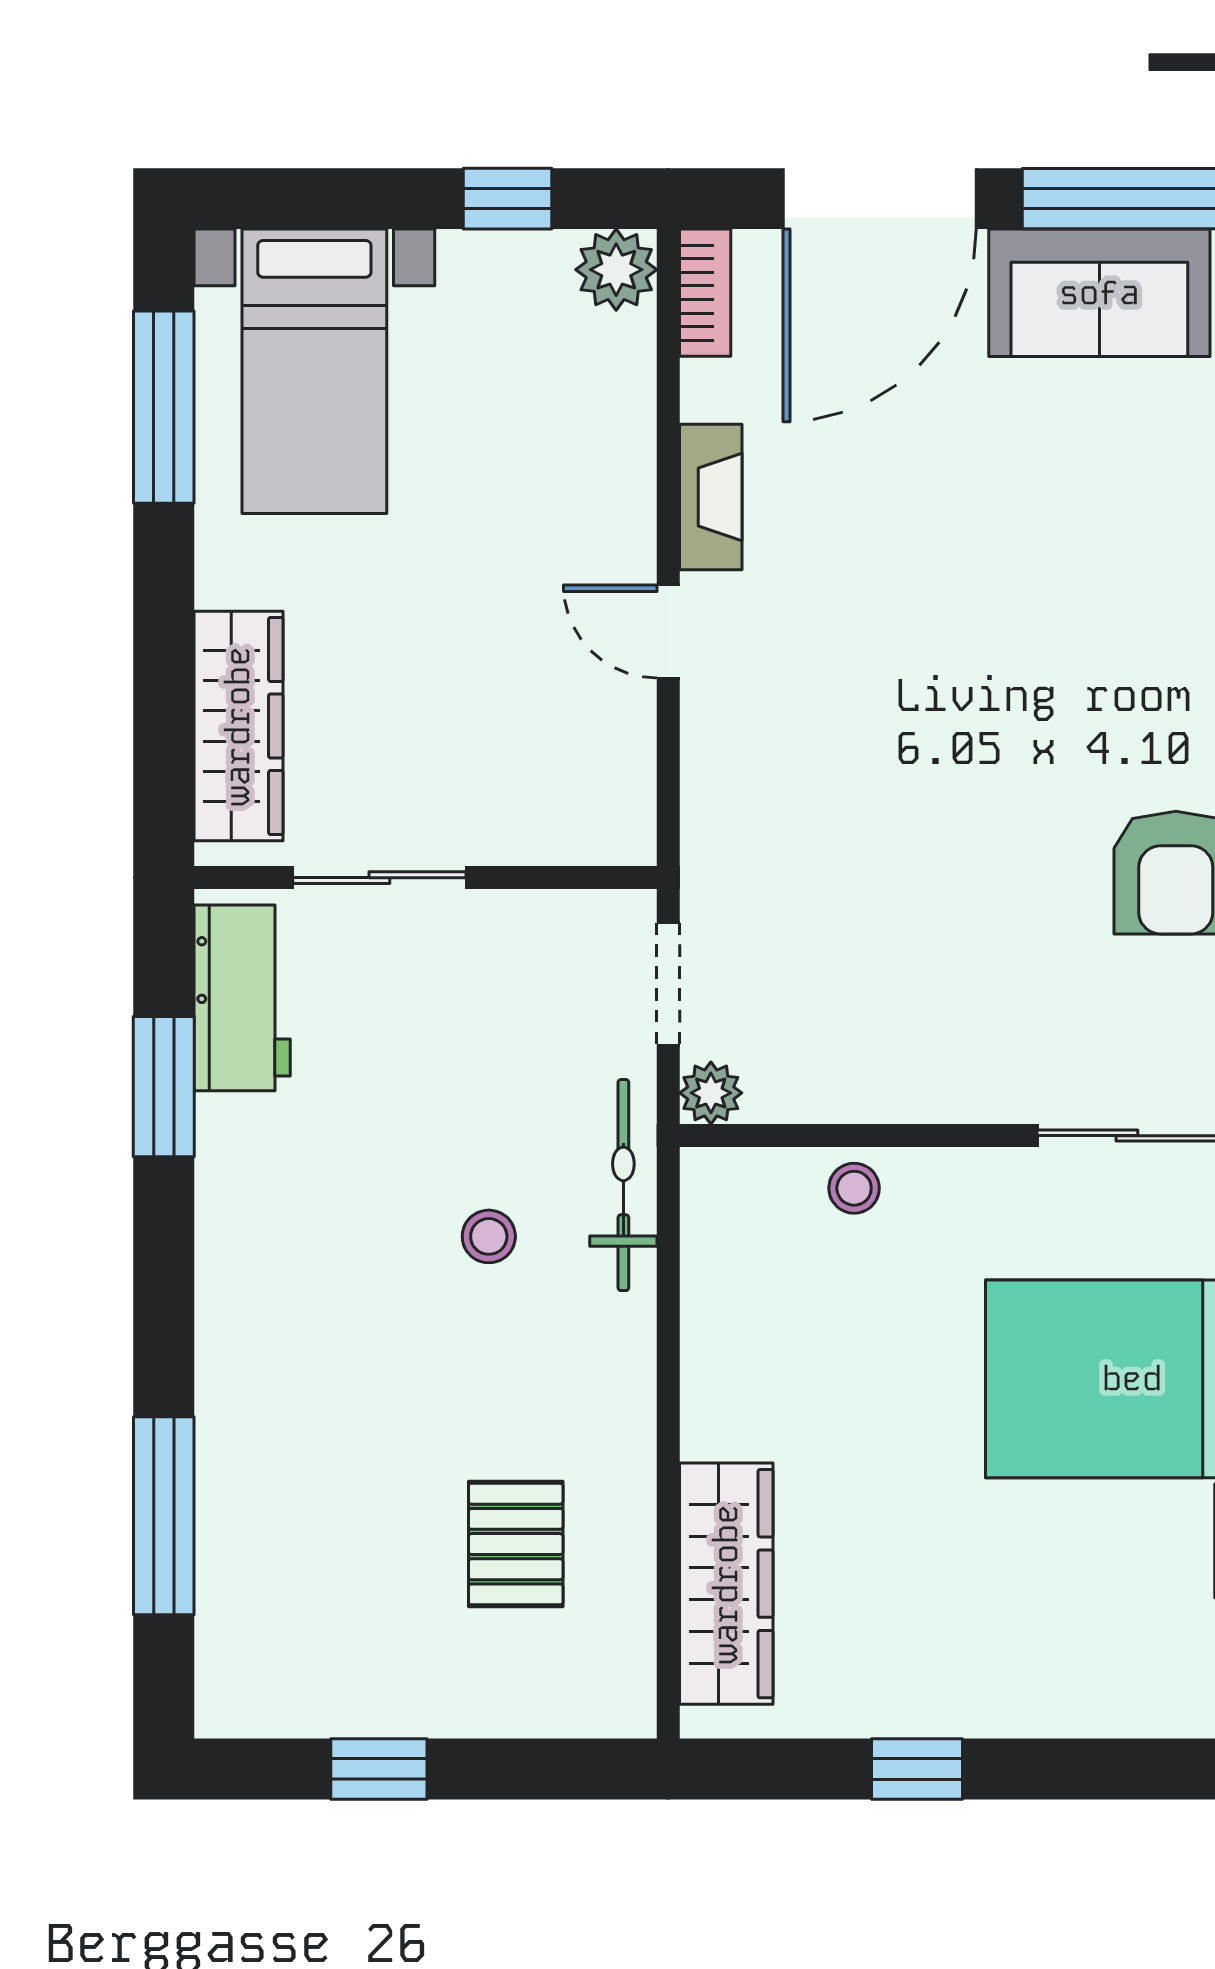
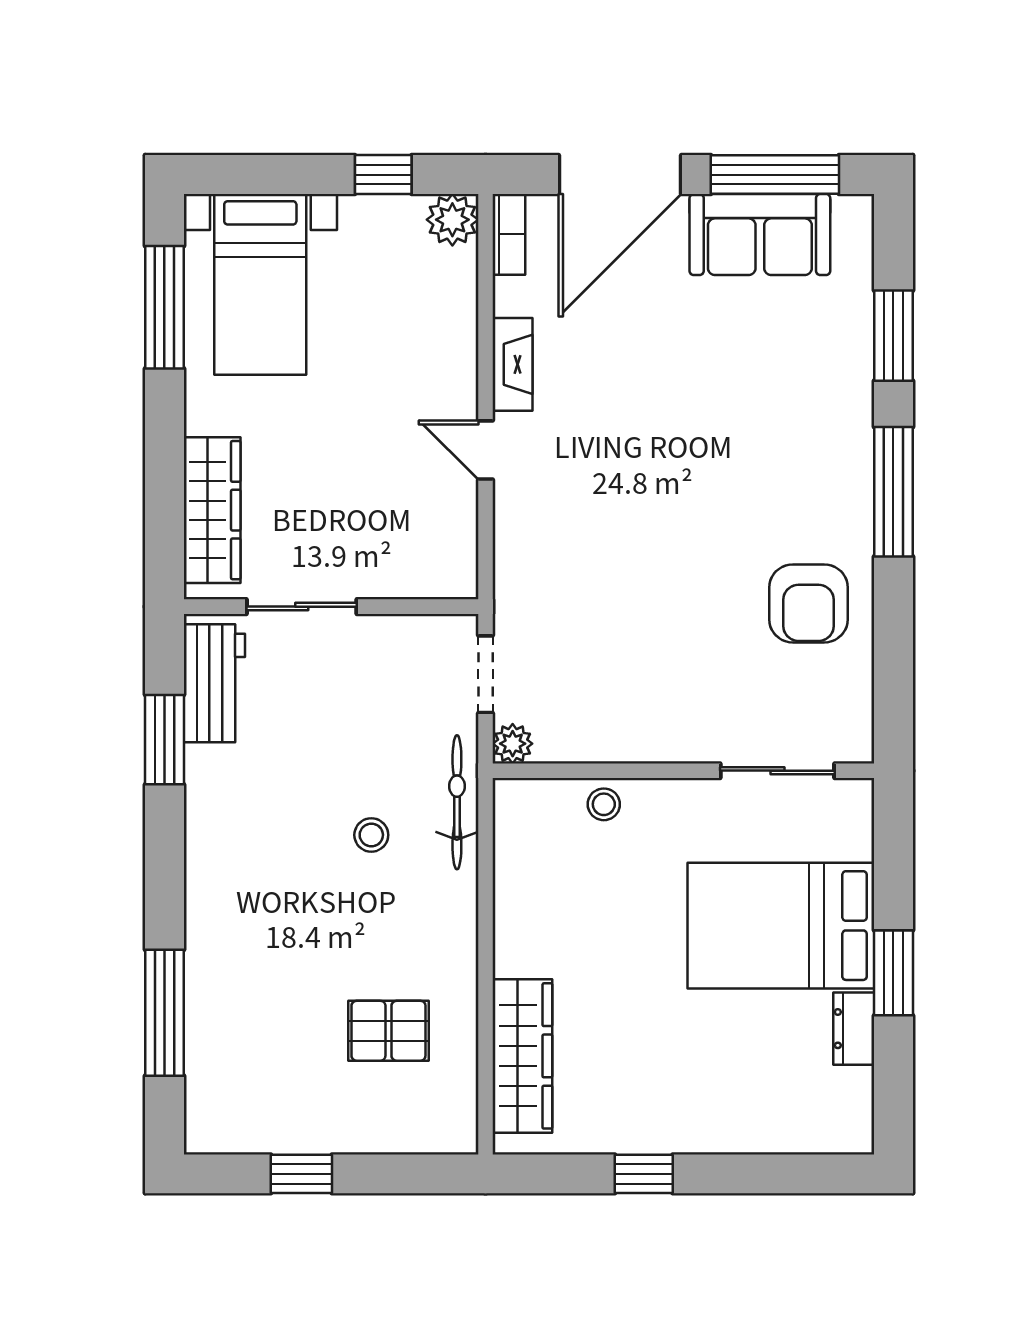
pallet: (516, 1544) -> (388, 1031), turned 90

